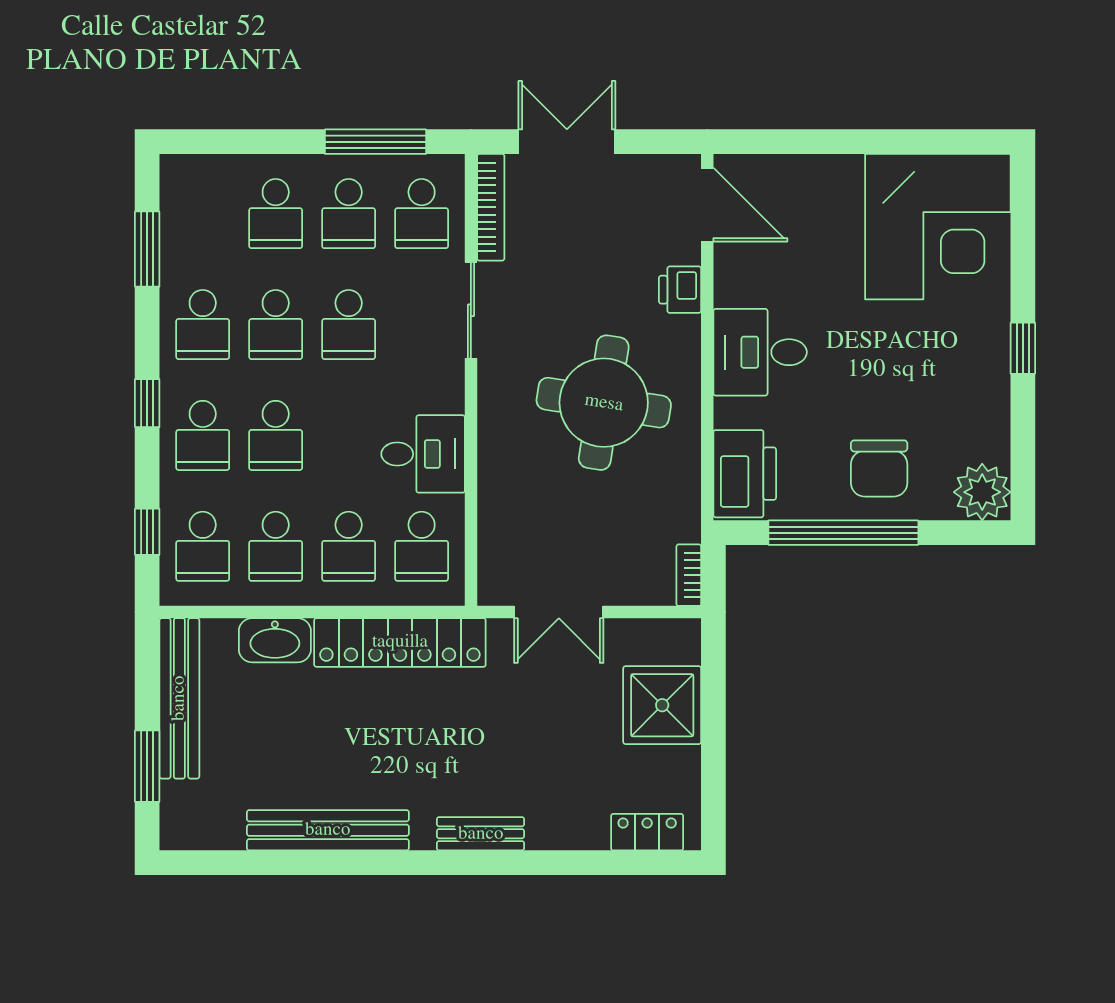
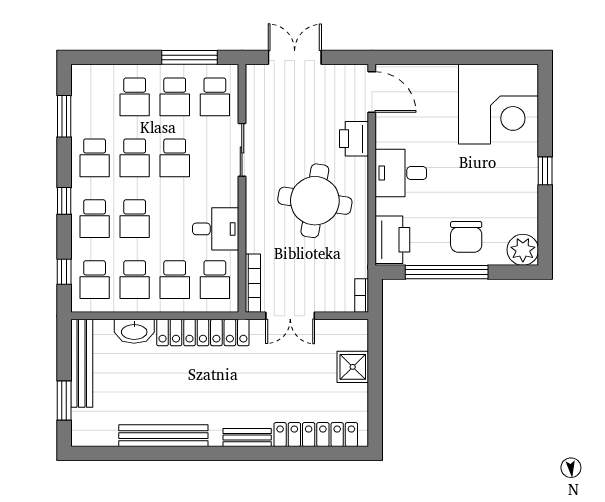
bookcase: (491, 207) -> (253, 283), moved
printer: (680, 290) -> (354, 139), width x1.36, depth x1.24
shower: (662, 705) -> (353, 367), width x0.73, depth x0.73
locker: (647, 832) -> (316, 435), width x2.16, depth x1.21

